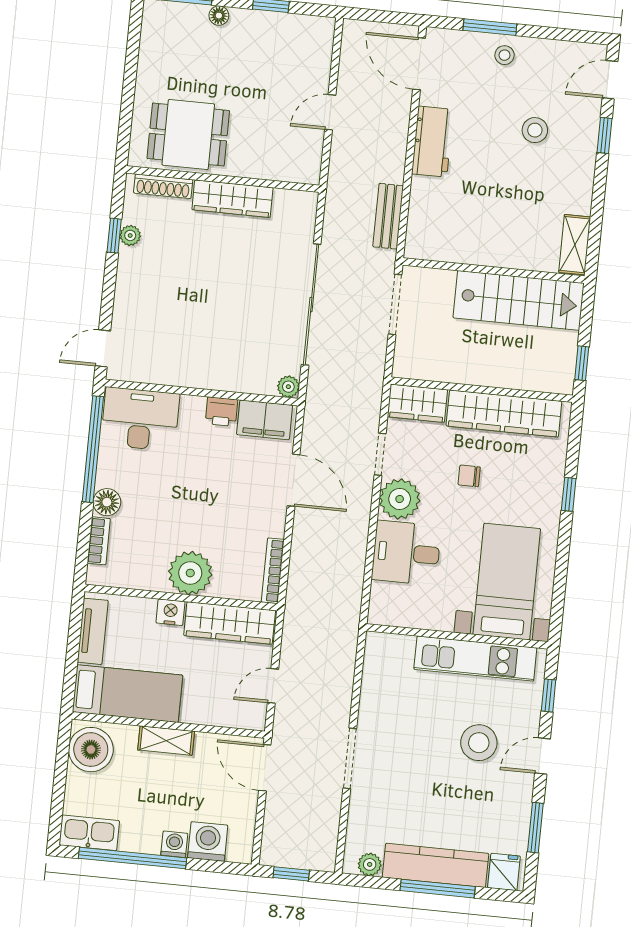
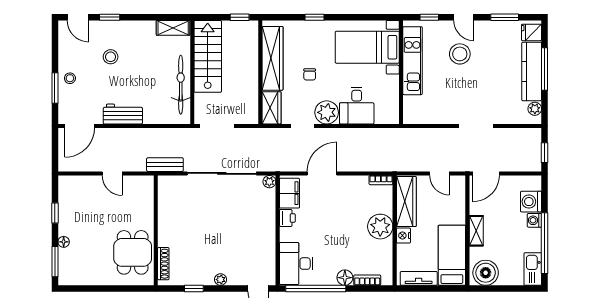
wardrobe: (232, 199) -> (166, 224), removed
bench: (388, 216) -> (165, 165), moved
plant: (130, 235) -> (221, 280), moved
bicycle: (474, 248) -> (181, 85), added
bookcase: (273, 571) -> (381, 180), width x0.64

